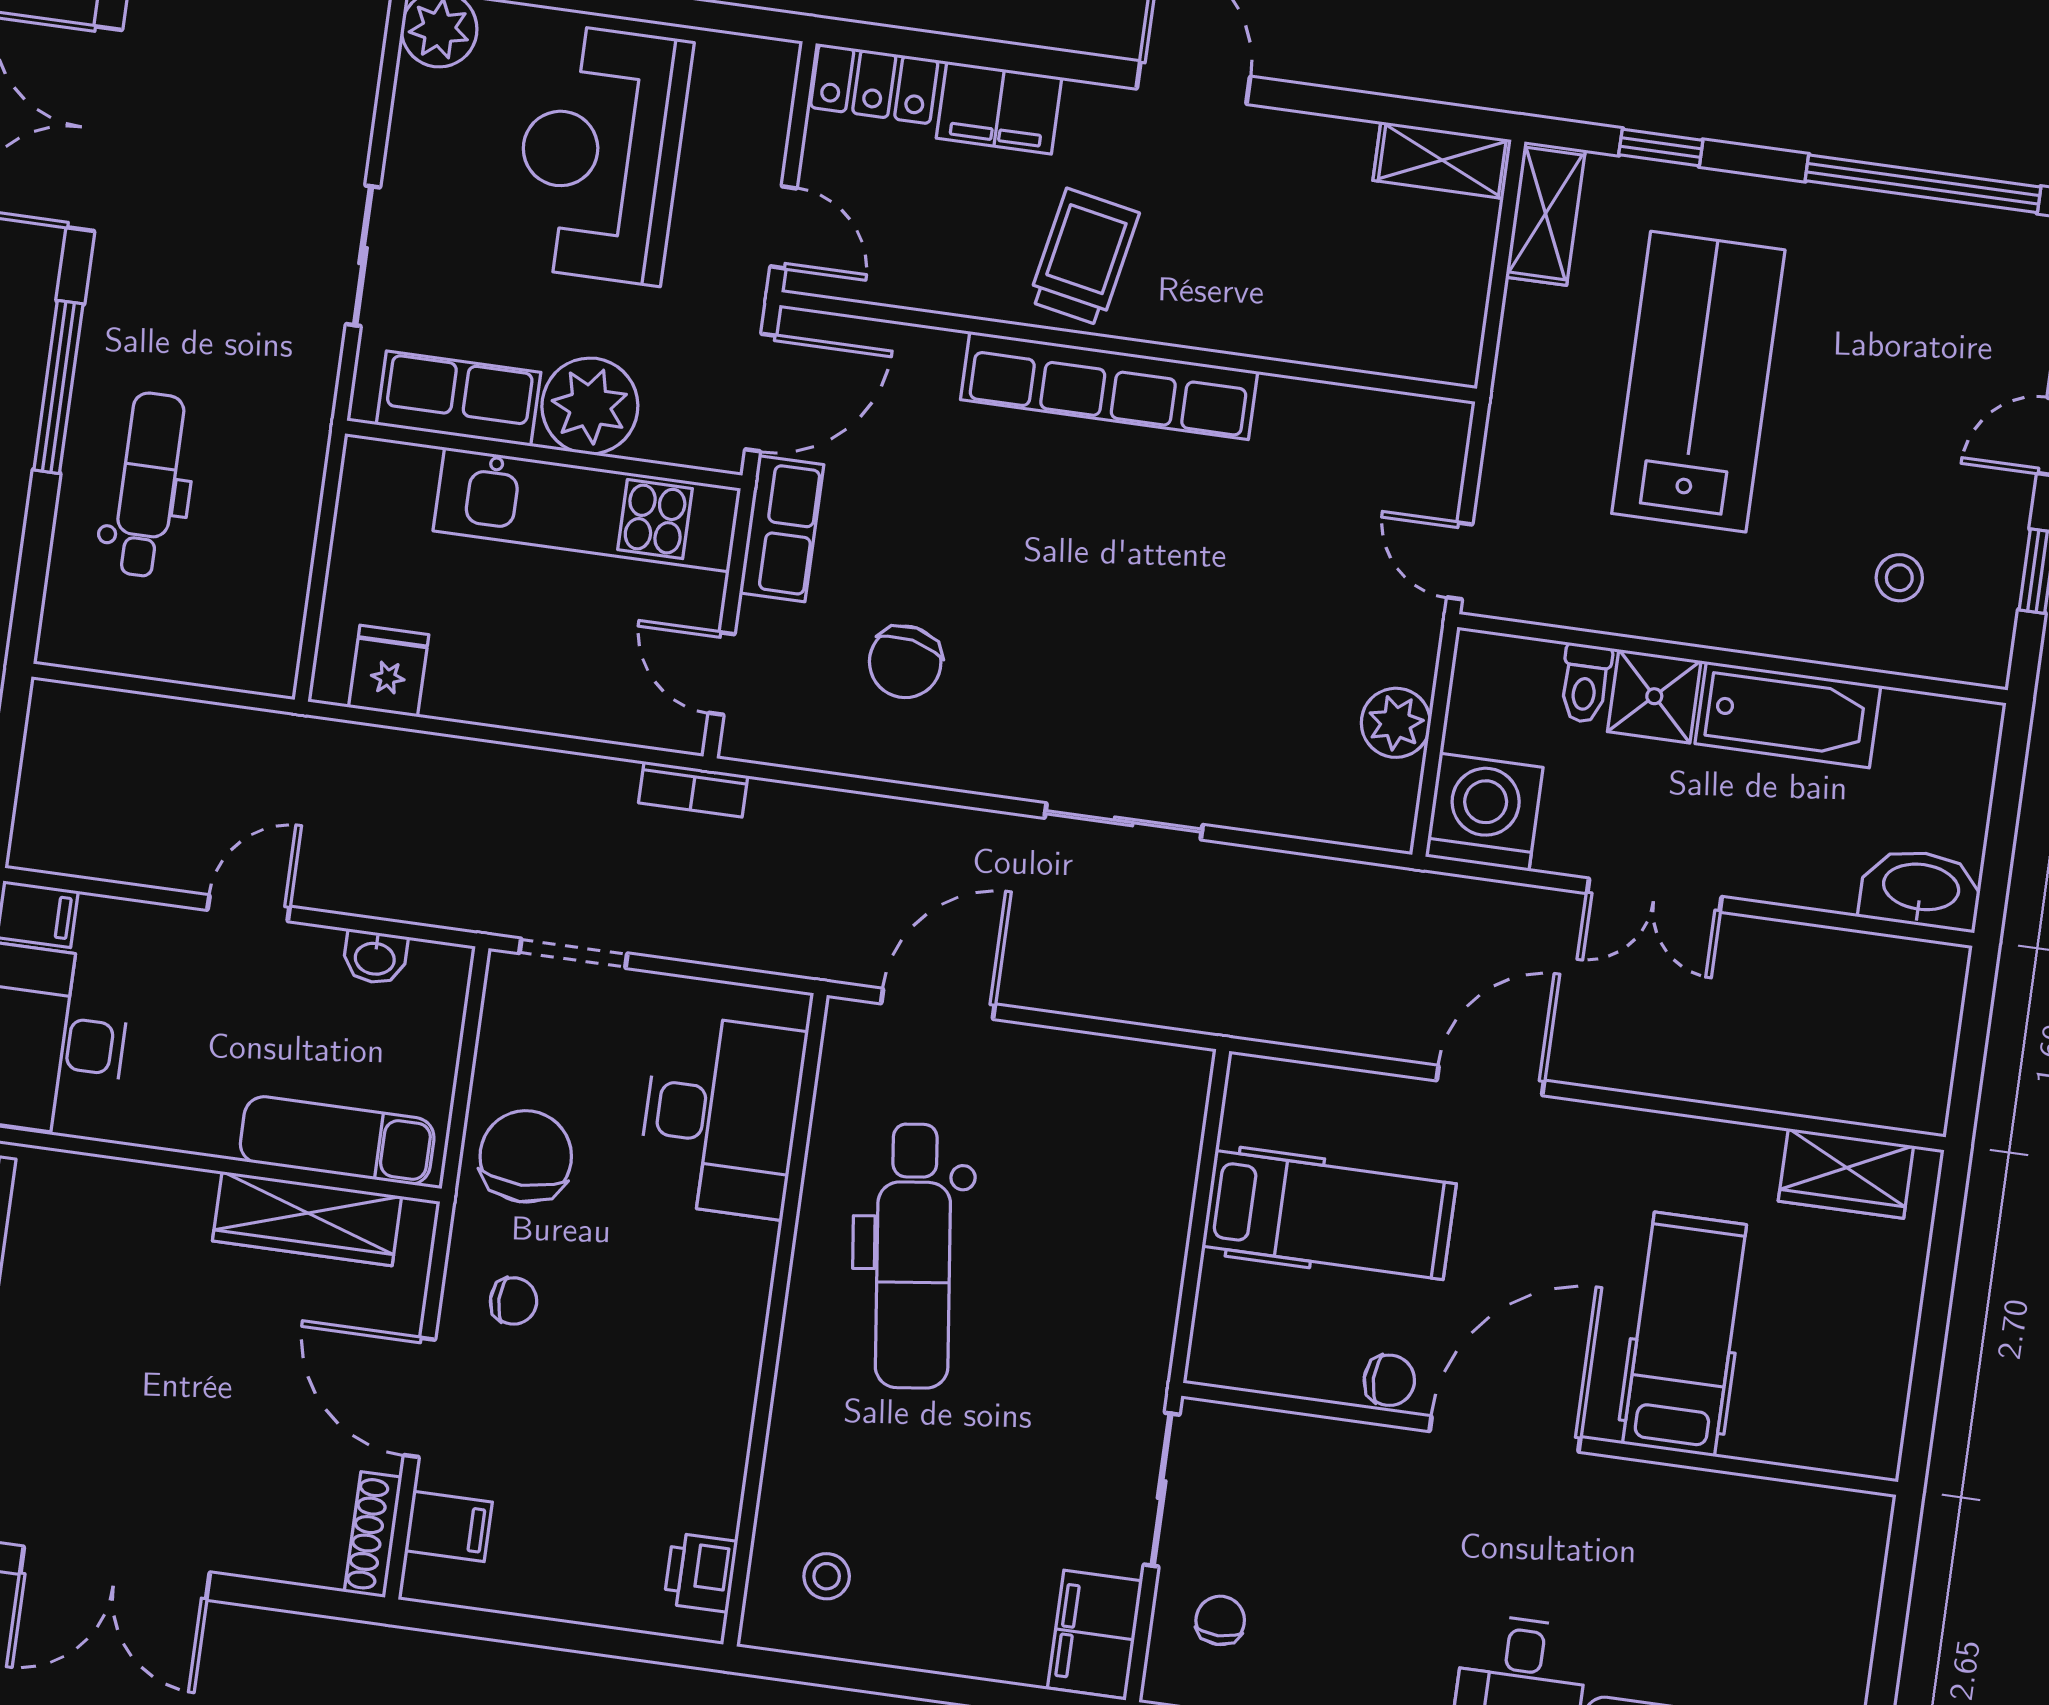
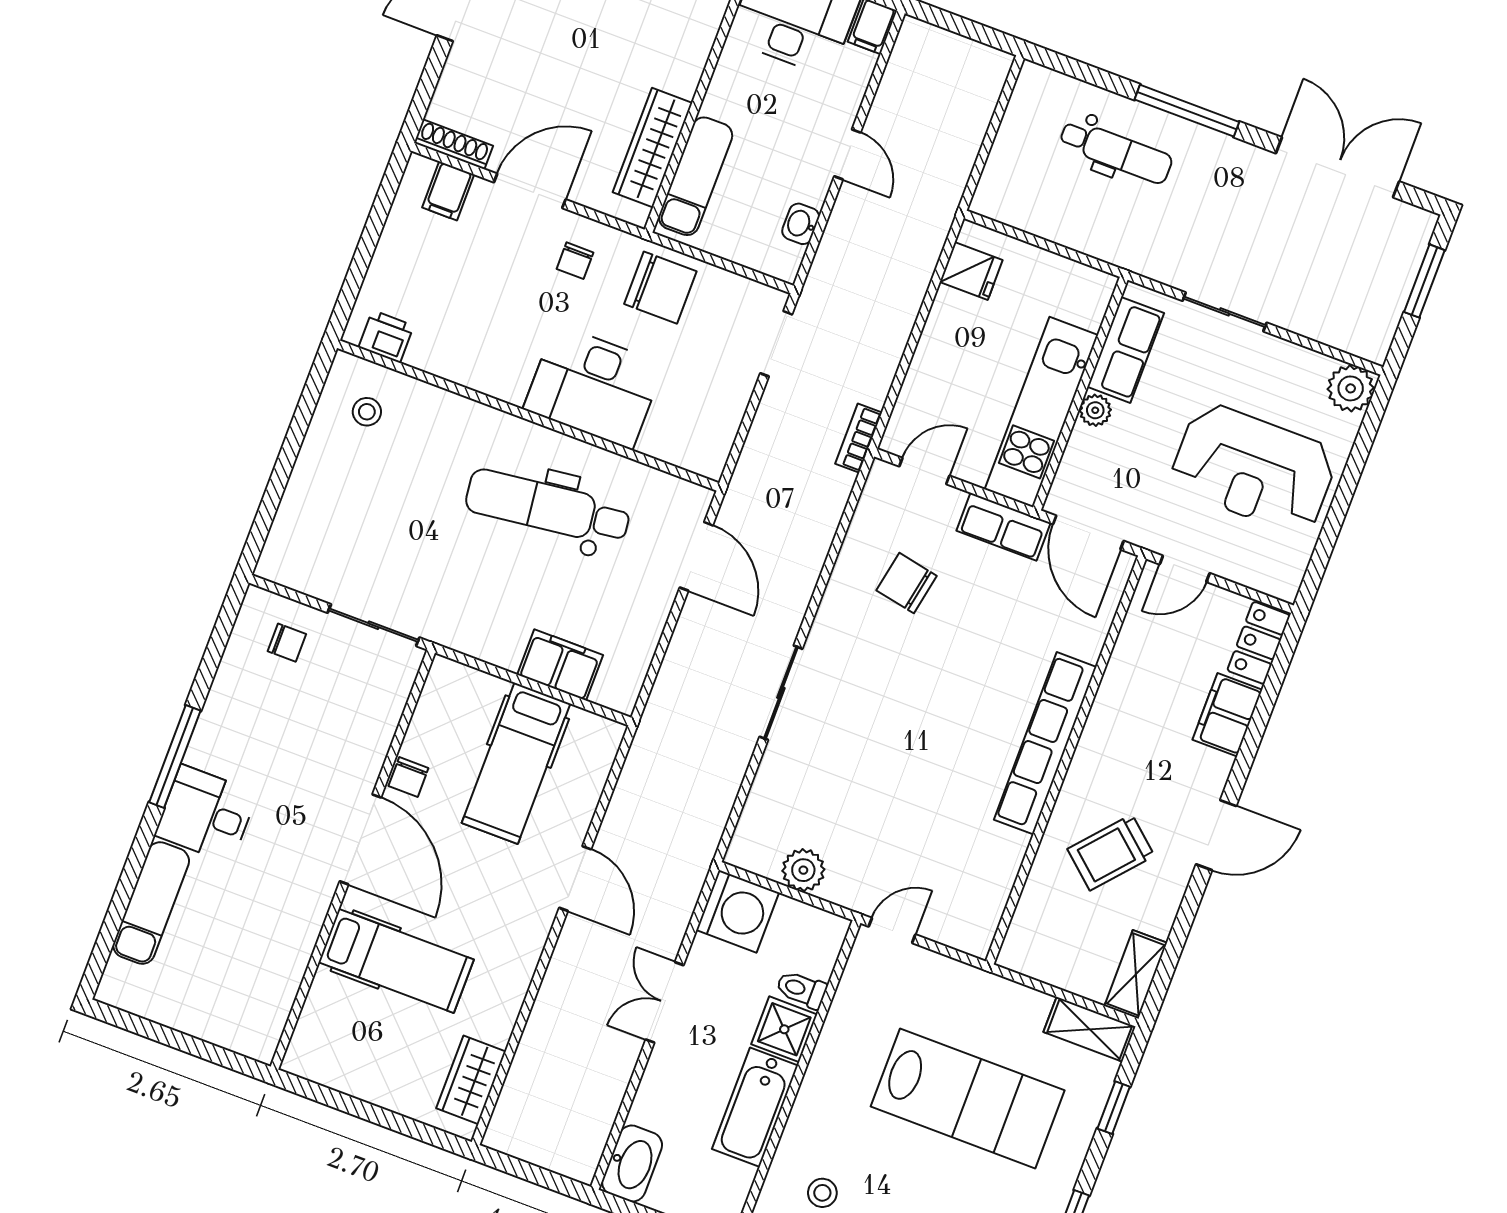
reception desk: (600, 154) -> (1254, 469), turned 180
trolley: (1084, 257) -> (1111, 852), moved, turned 120
plant: (590, 406) -> (1095, 410), width x0.53, depth x0.53
desk: (721, 1116) -> (594, 387), moved
filing cabinet: (1095, 1634) -> (560, 665), moved

